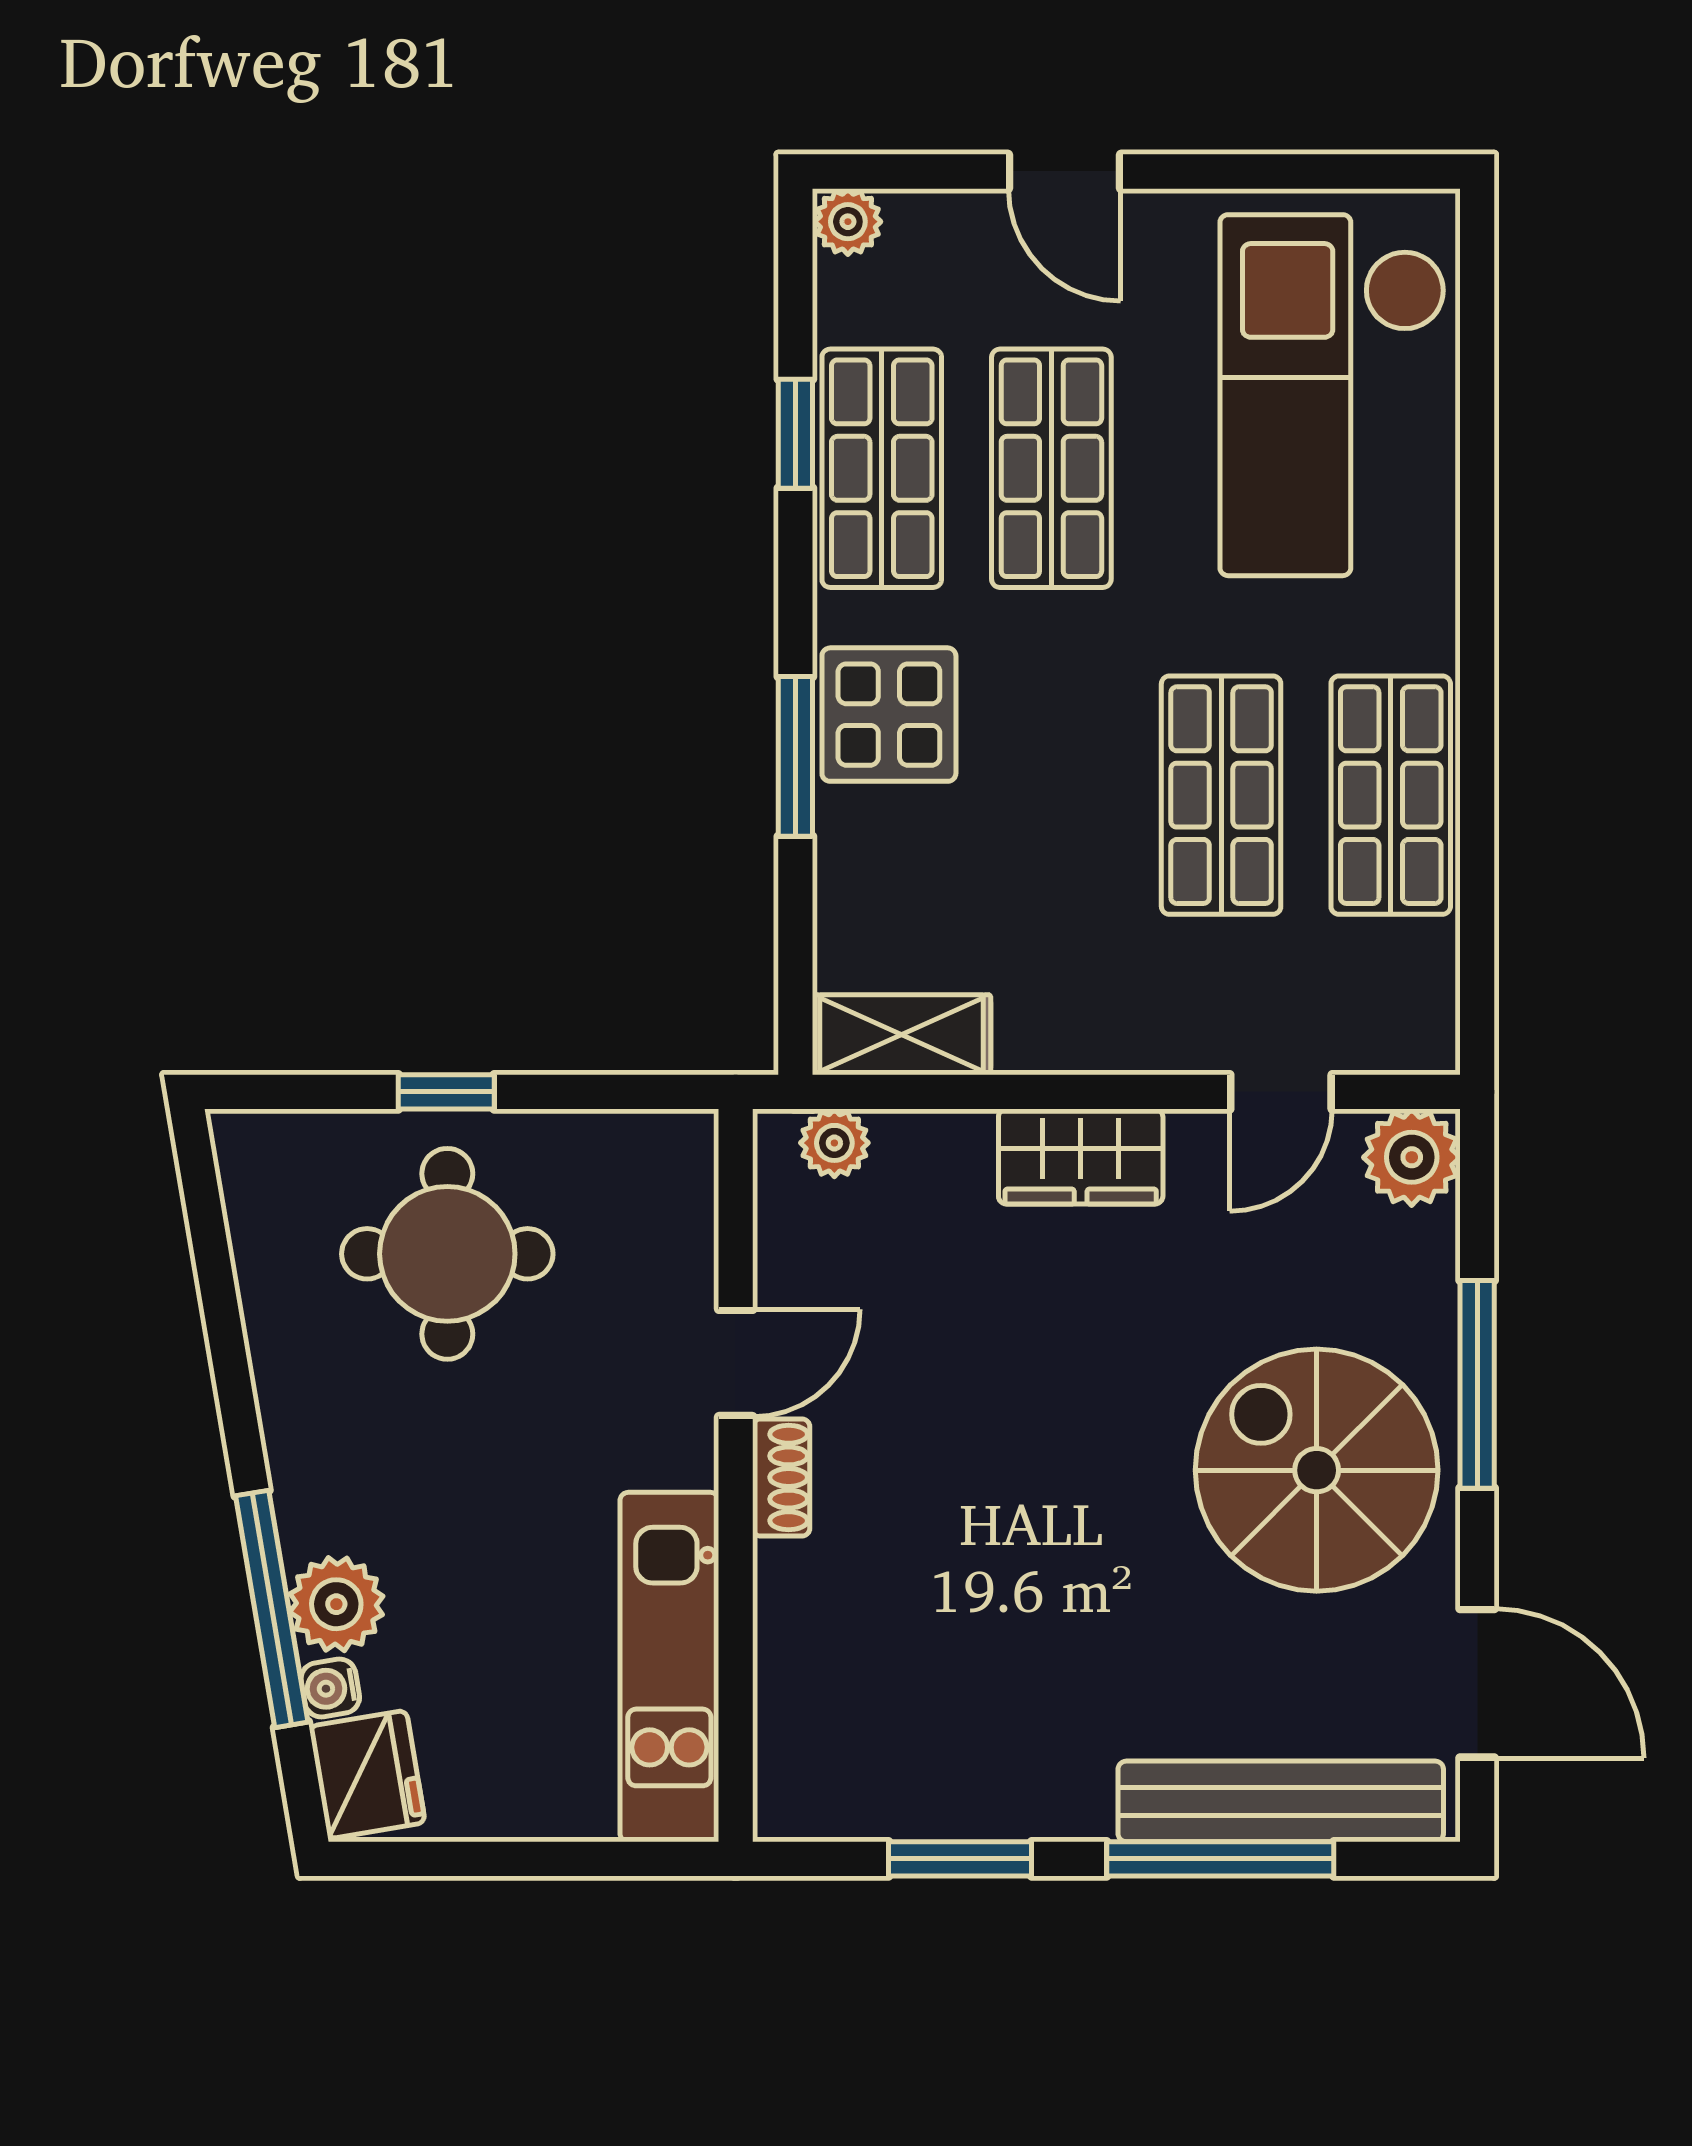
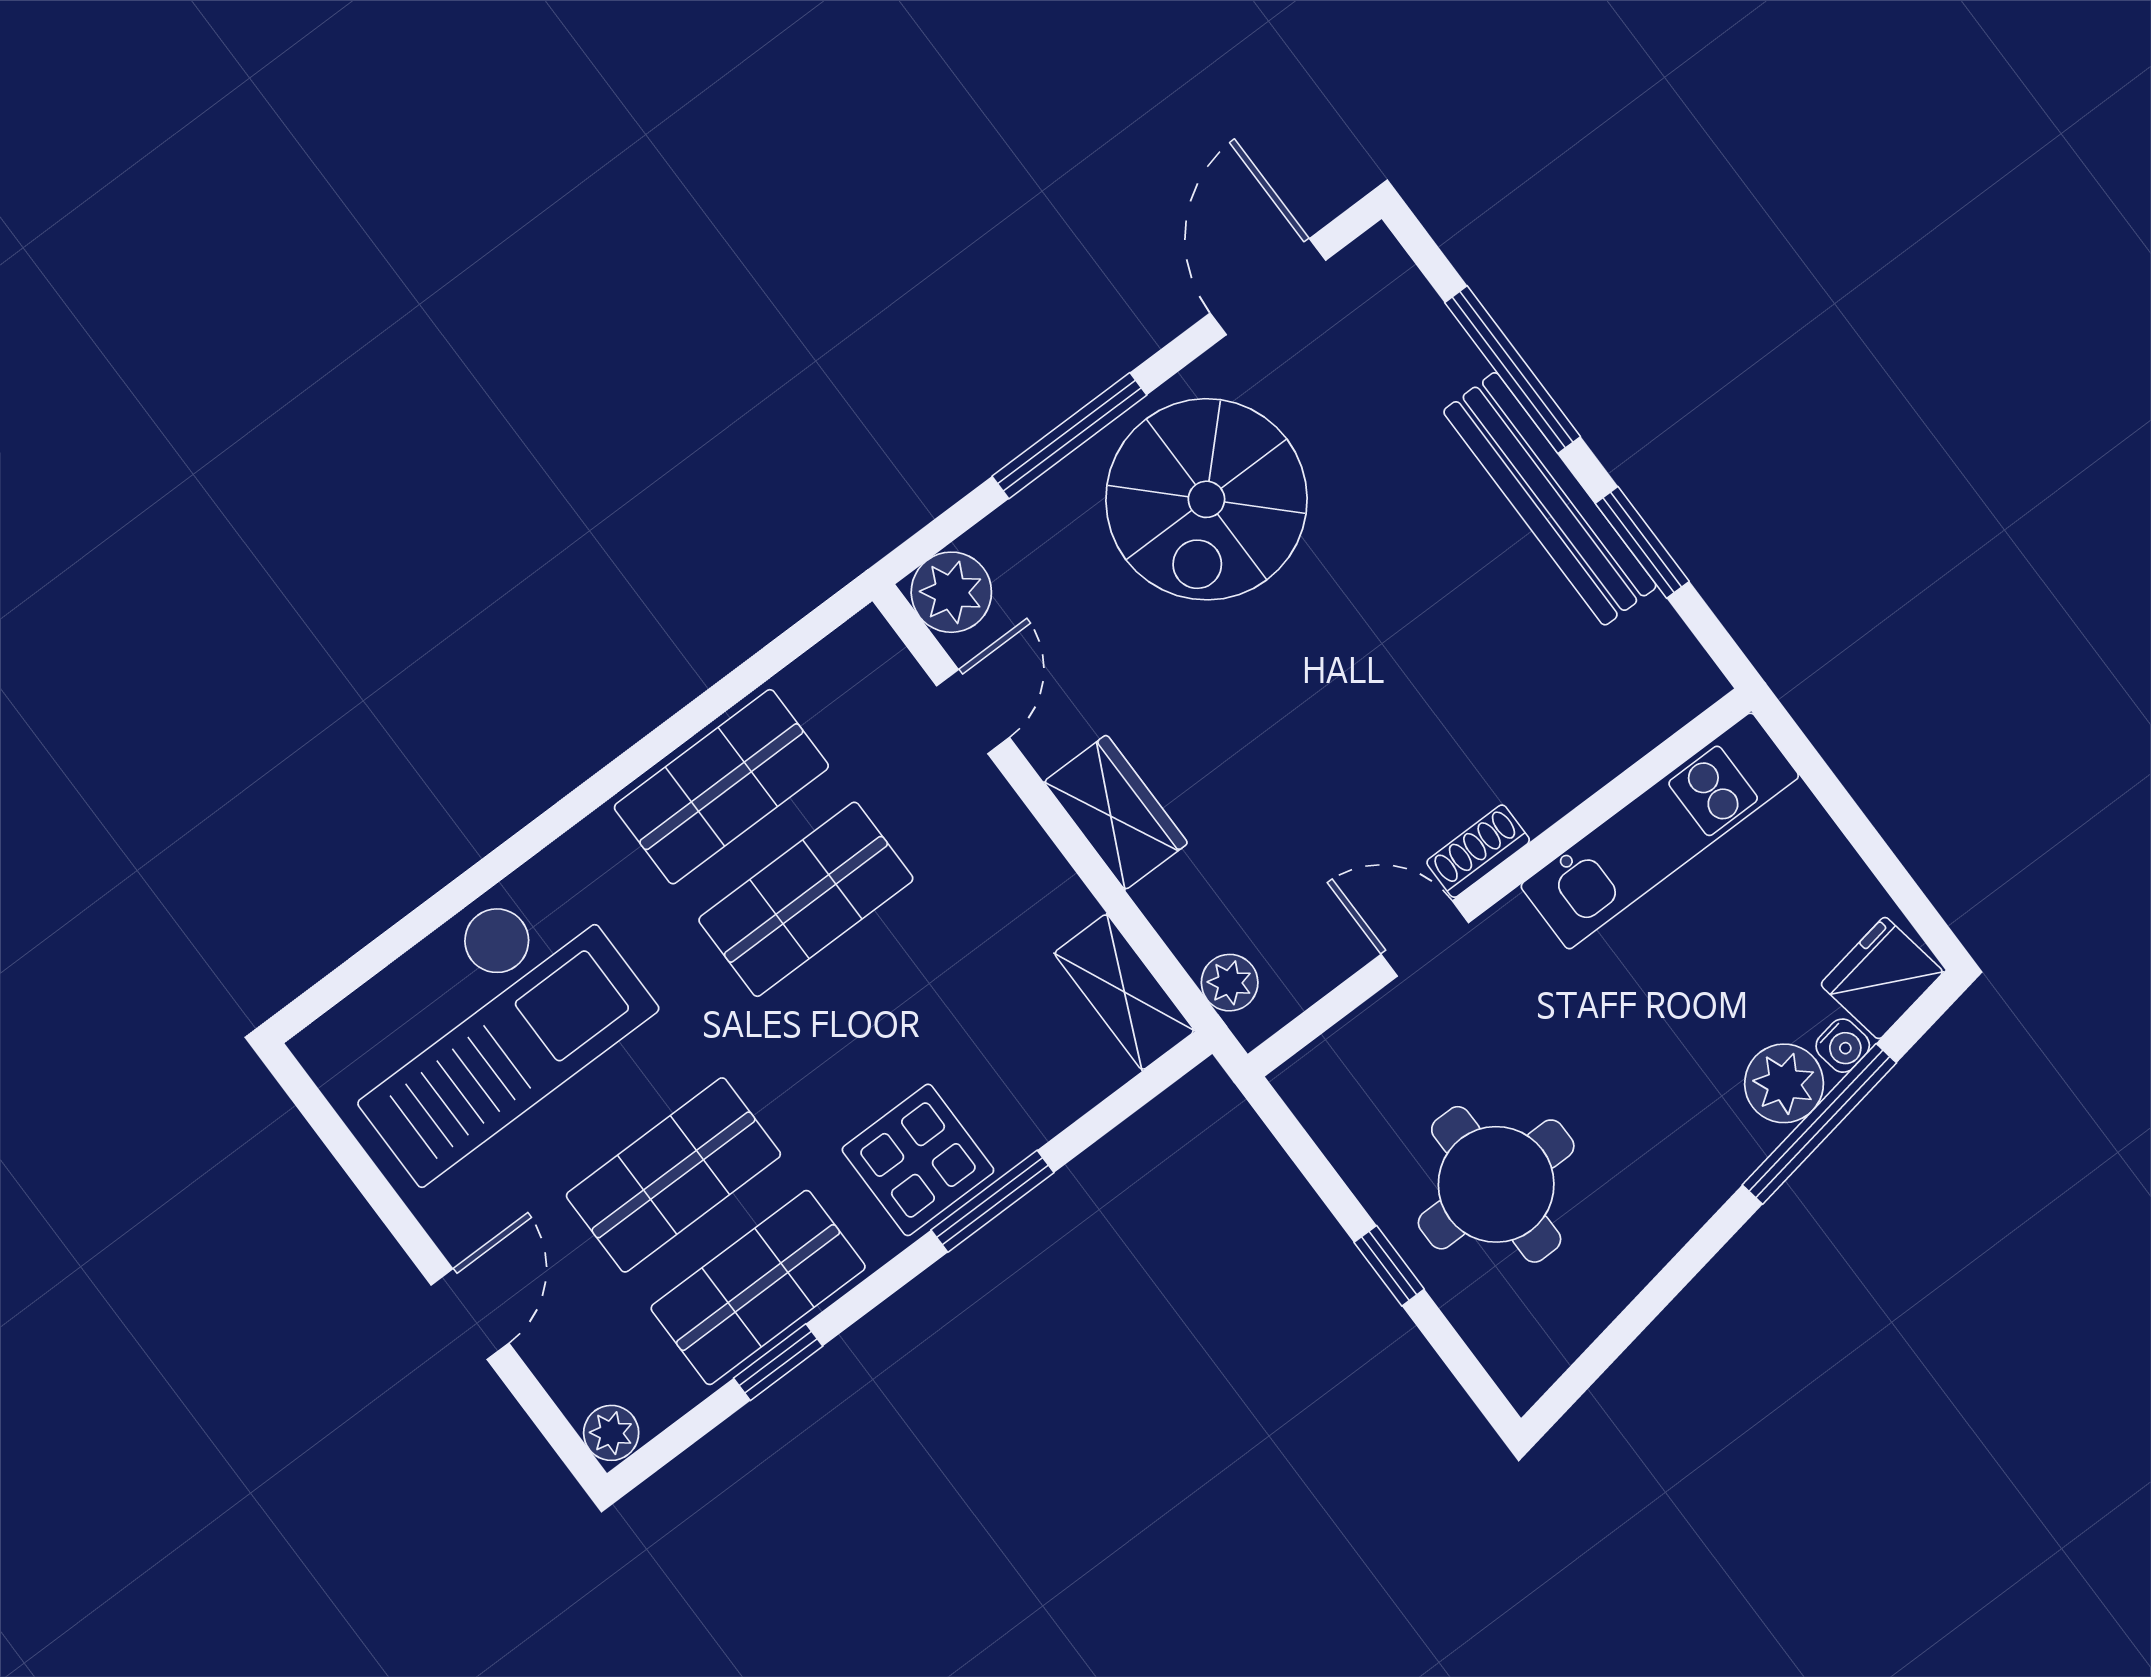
door: (1281, 1092) -> (973, 712), hinge flipped
bench: (1281, 1801) -> (1550, 499), moved

